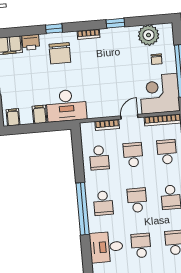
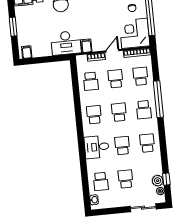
filing cabinet: (40, 114) -> (86, 46), moved
school desk: (103, 203) -> (94, 115), turned 180
window: (83, 209) -> (79, 119), removed

